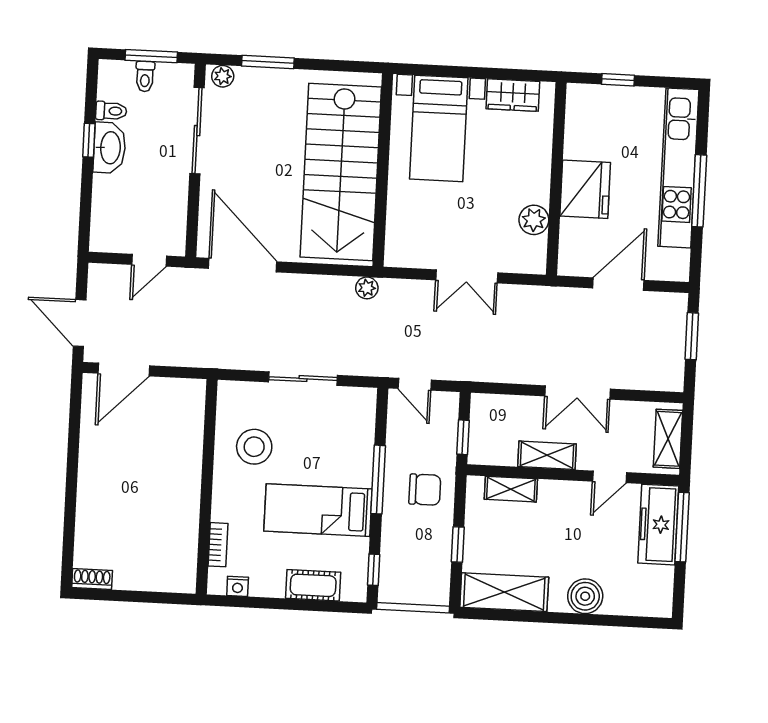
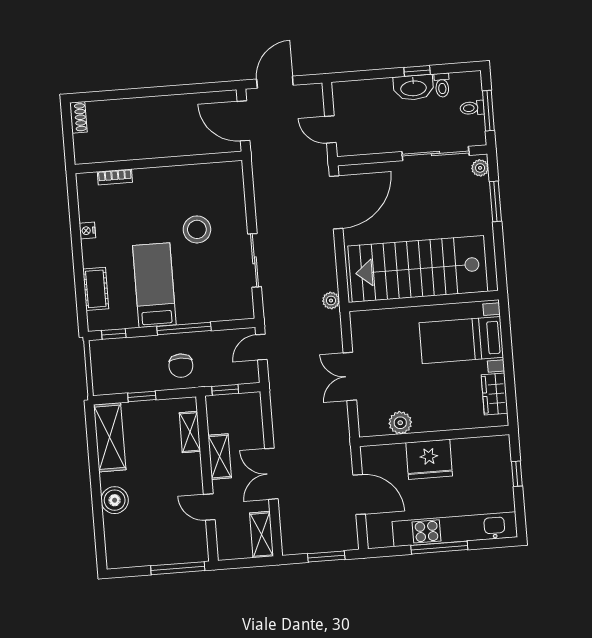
shelving: (668, 439) -> (262, 535), moved, turned 90
wall: (207, 487) -> (158, 162), moved
freezer: (658, 525) -> (177, 550), removed
bookcase: (218, 545) -> (115, 177), moved

